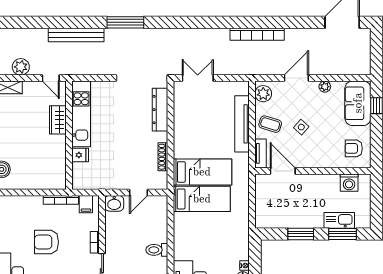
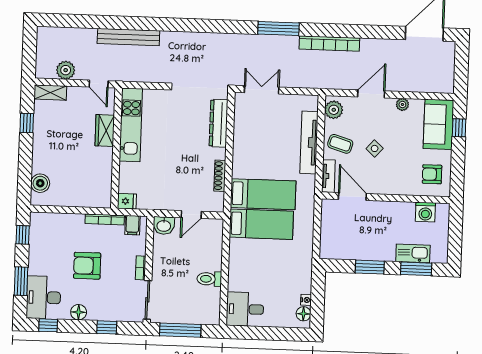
window: (125, 22) -> (278, 28), moved
fridge: (80, 155) -> (127, 201), moved

